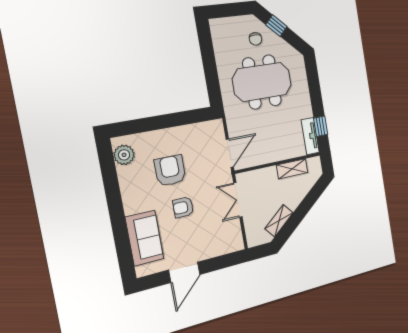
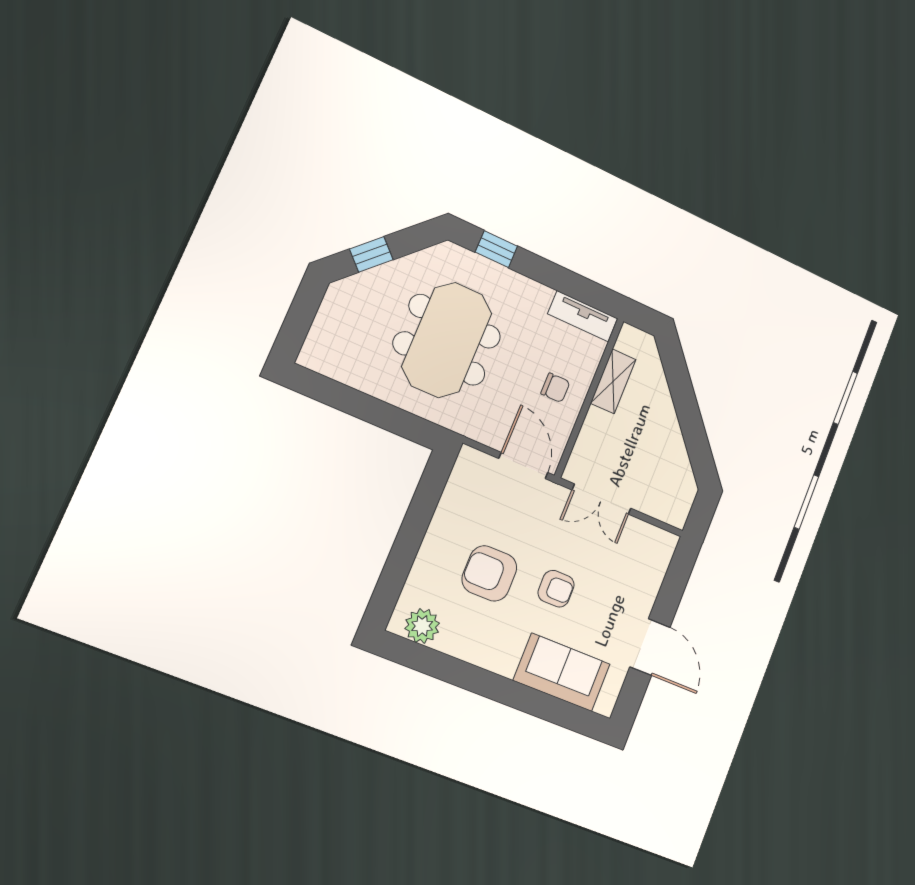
chair: (255, 39) -> (555, 388), moved
window: (321, 126) -> (496, 249), moved
armchair: (183, 207) -> (556, 589), turned -90
shelving: (279, 221) -> (676, 456), removed

